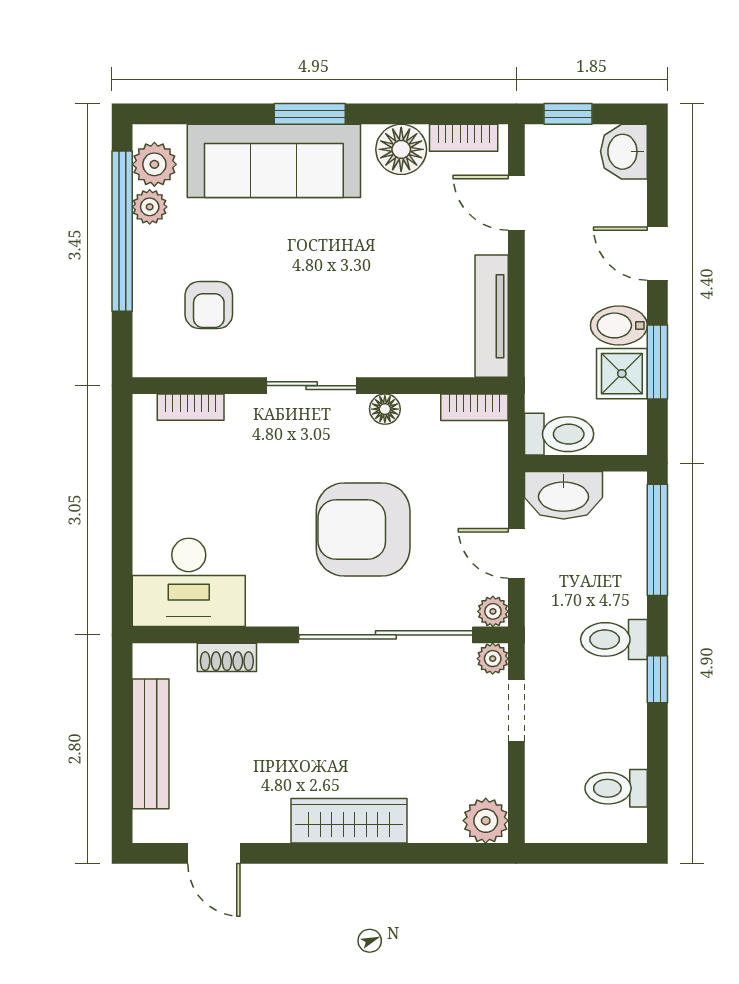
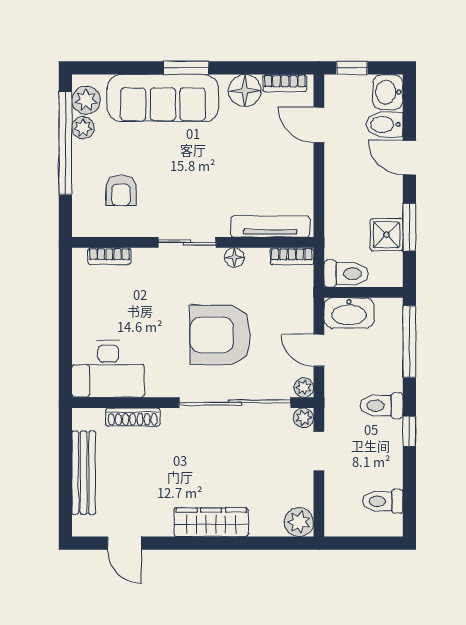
tv unit: (492, 316) -> (270, 227), moved, turned 90
bidet: (619, 325) -> (385, 124), moved
shoe rack: (227, 657) -> (133, 417), width x1.43

